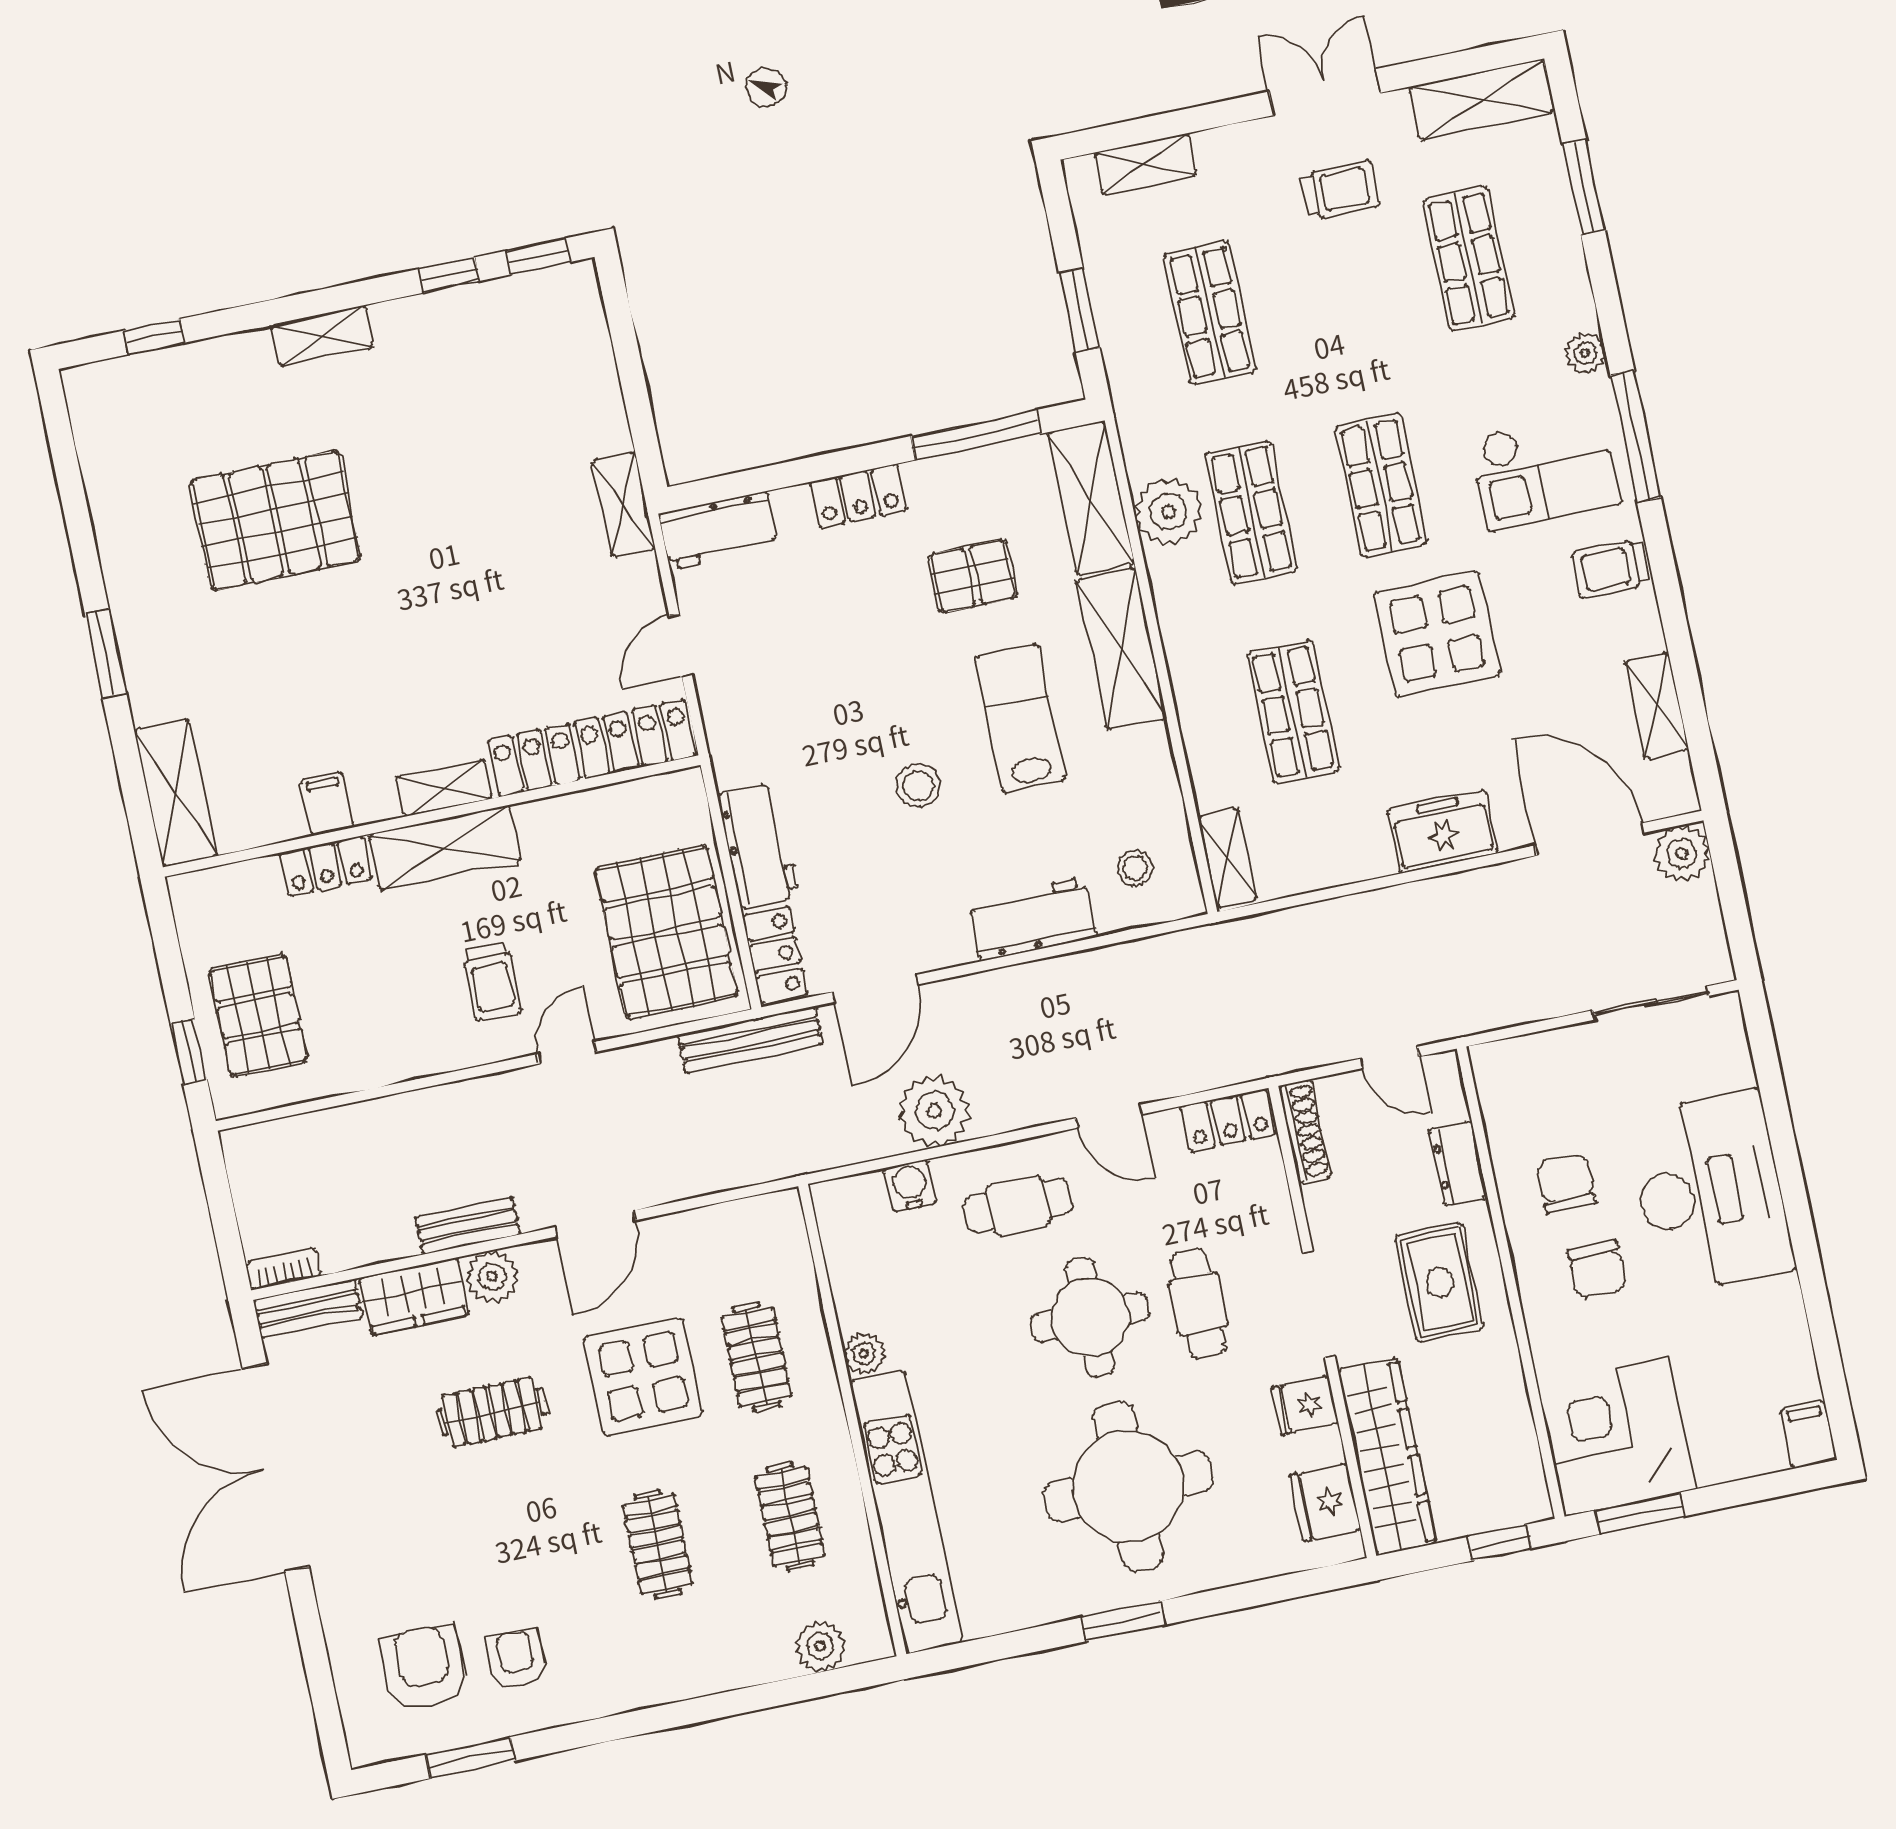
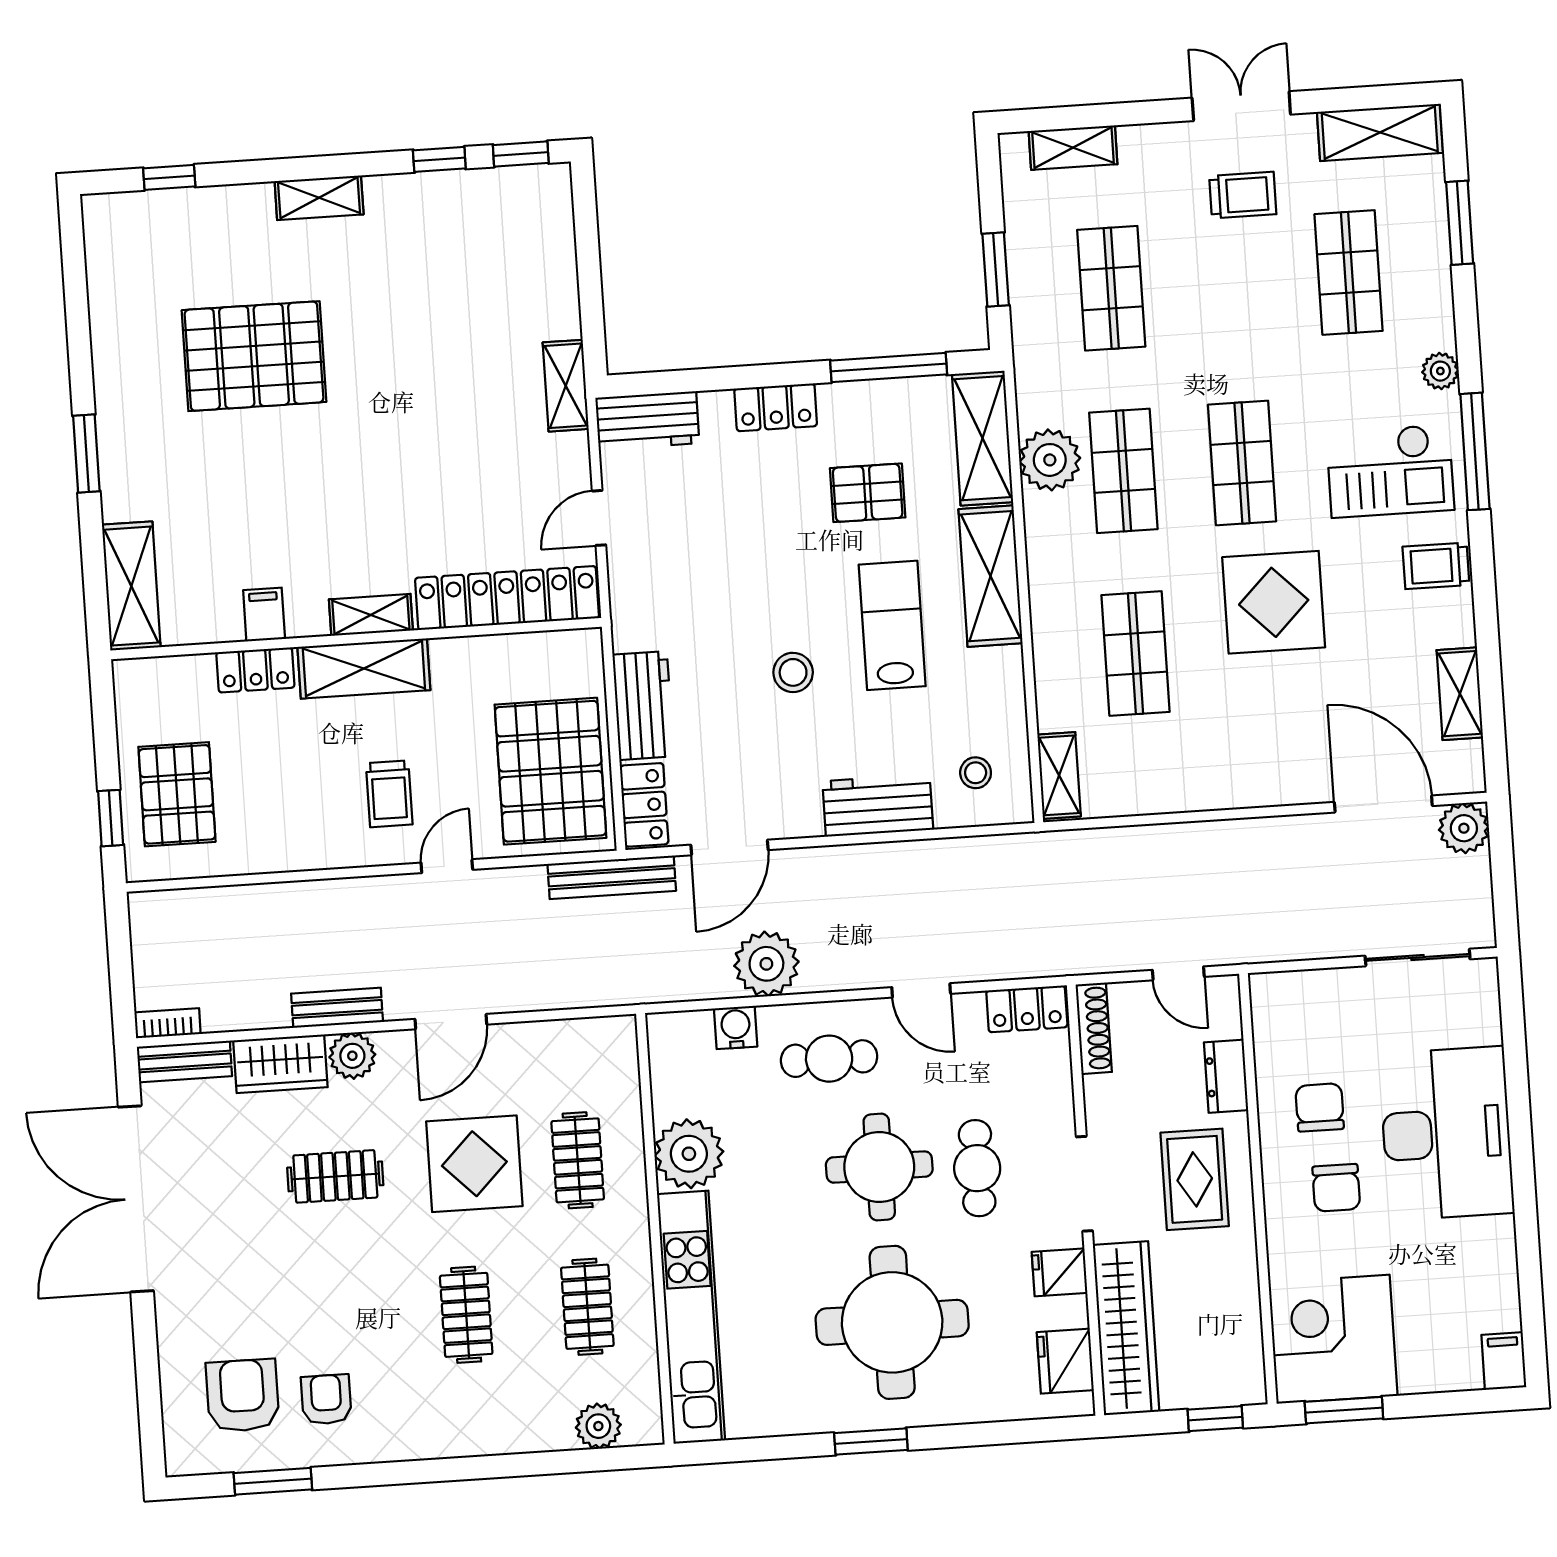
freezer: (1443, 831) -> (1254, 779), removed
plant: (864, 1353) -> (689, 1154), width x1.87, depth x1.87

